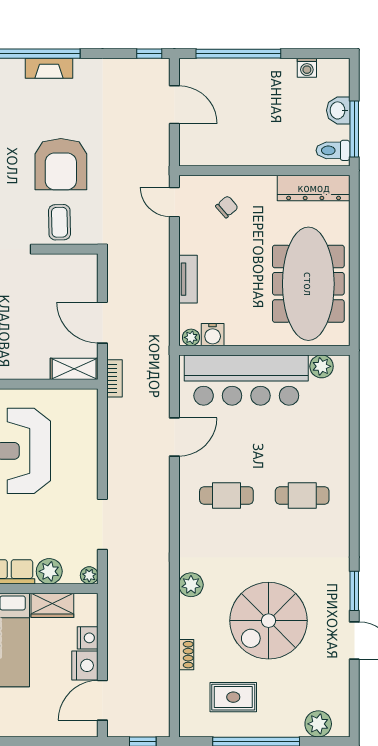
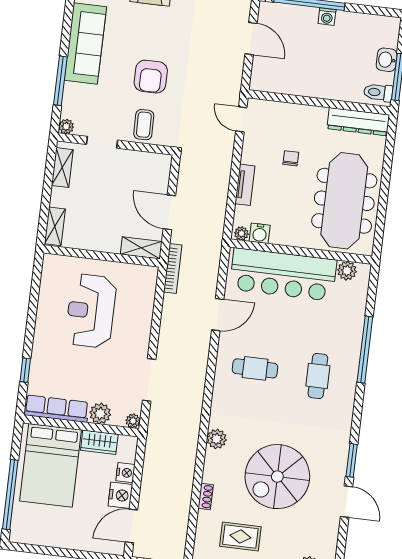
washing machine: (307, 68) -> (327, 17), moved
armchair: (61, 164) -> (151, 77), width x0.73, depth x0.73
chair: (227, 207) -> (291, 158), moved, turned -49
bookcase: (114, 378) -> (173, 269), width x1.56
window: (354, 457) -> (365, 349), added
cafe table: (302, 495) -> (318, 376), turned 90

